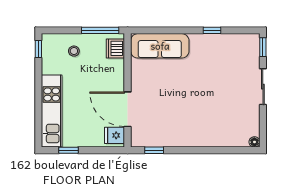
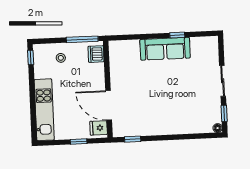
sofa: (160, 46) -> (165, 49), moved
window: (263, 47) -> (224, 113), moved
window: (69, 150) -> (79, 141), moved

